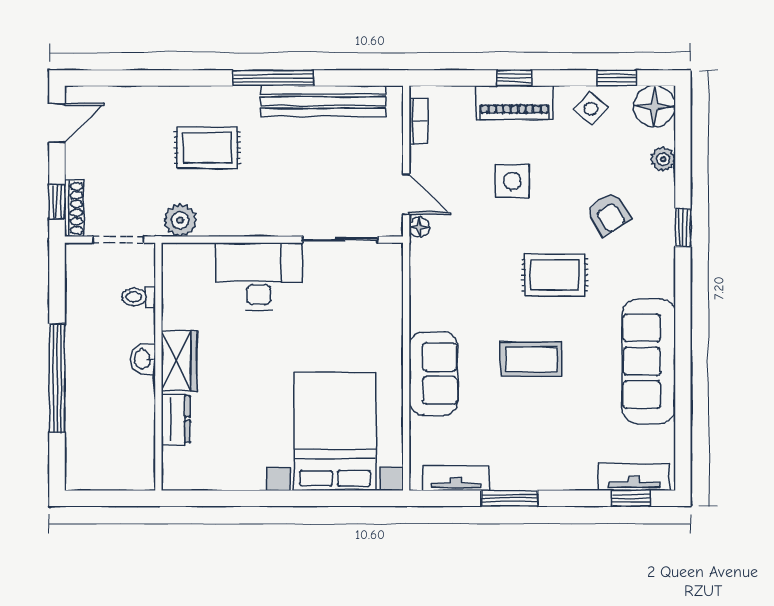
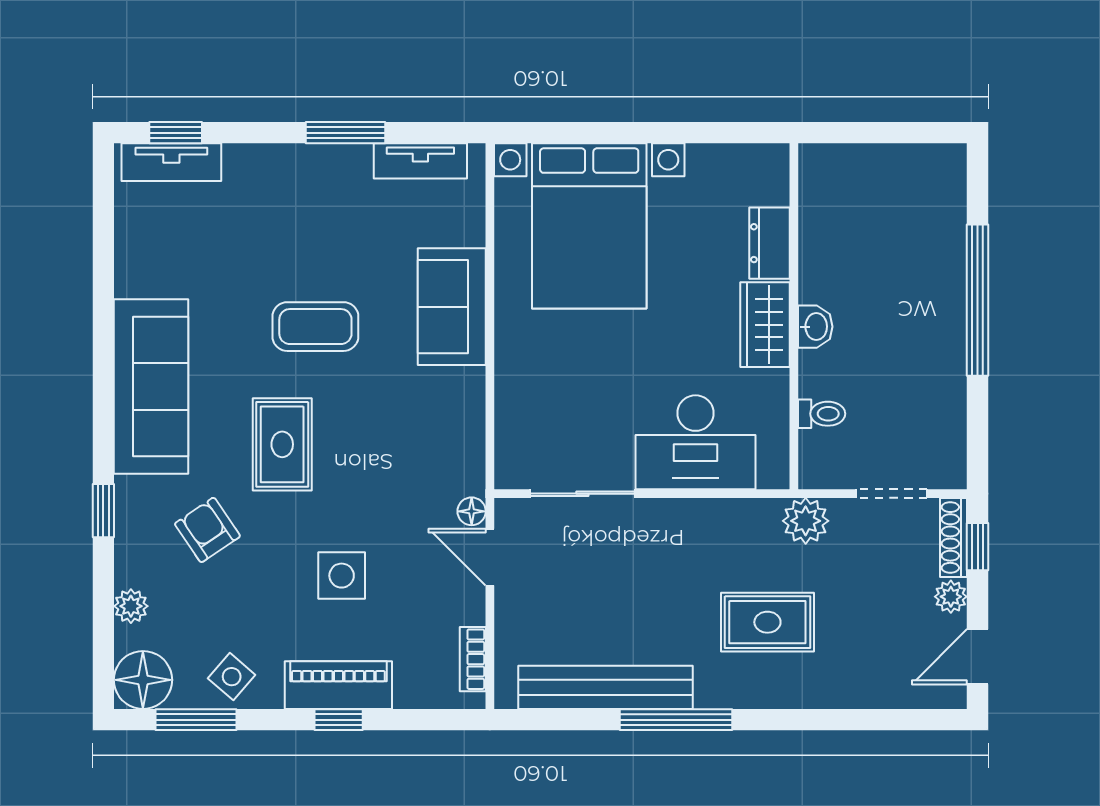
window: (616, 78) -> (196, 720), width x1.50
plant: (76, 166) -> (951, 597), added
rug: (555, 275) -> (282, 444), turned 90
toilet: (138, 297) -> (822, 414), moved
washbasin: (143, 359) -> (815, 327), moved
wardrobe: (179, 361) -> (765, 325), moved
sofa: (649, 361) -> (151, 387), moved
wall: (158, 367) -> (794, 316), moved
dresser: (176, 419) -> (770, 243), moved

